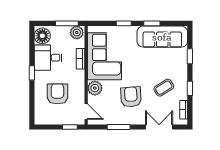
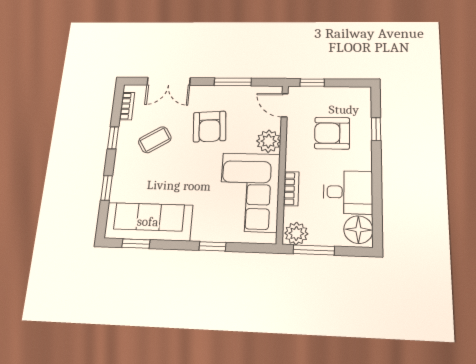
window: (152, 23) -> (136, 244), moved
window: (32, 73) -> (376, 129), moved
armchair: (57, 94) -> (332, 133), turned 90

